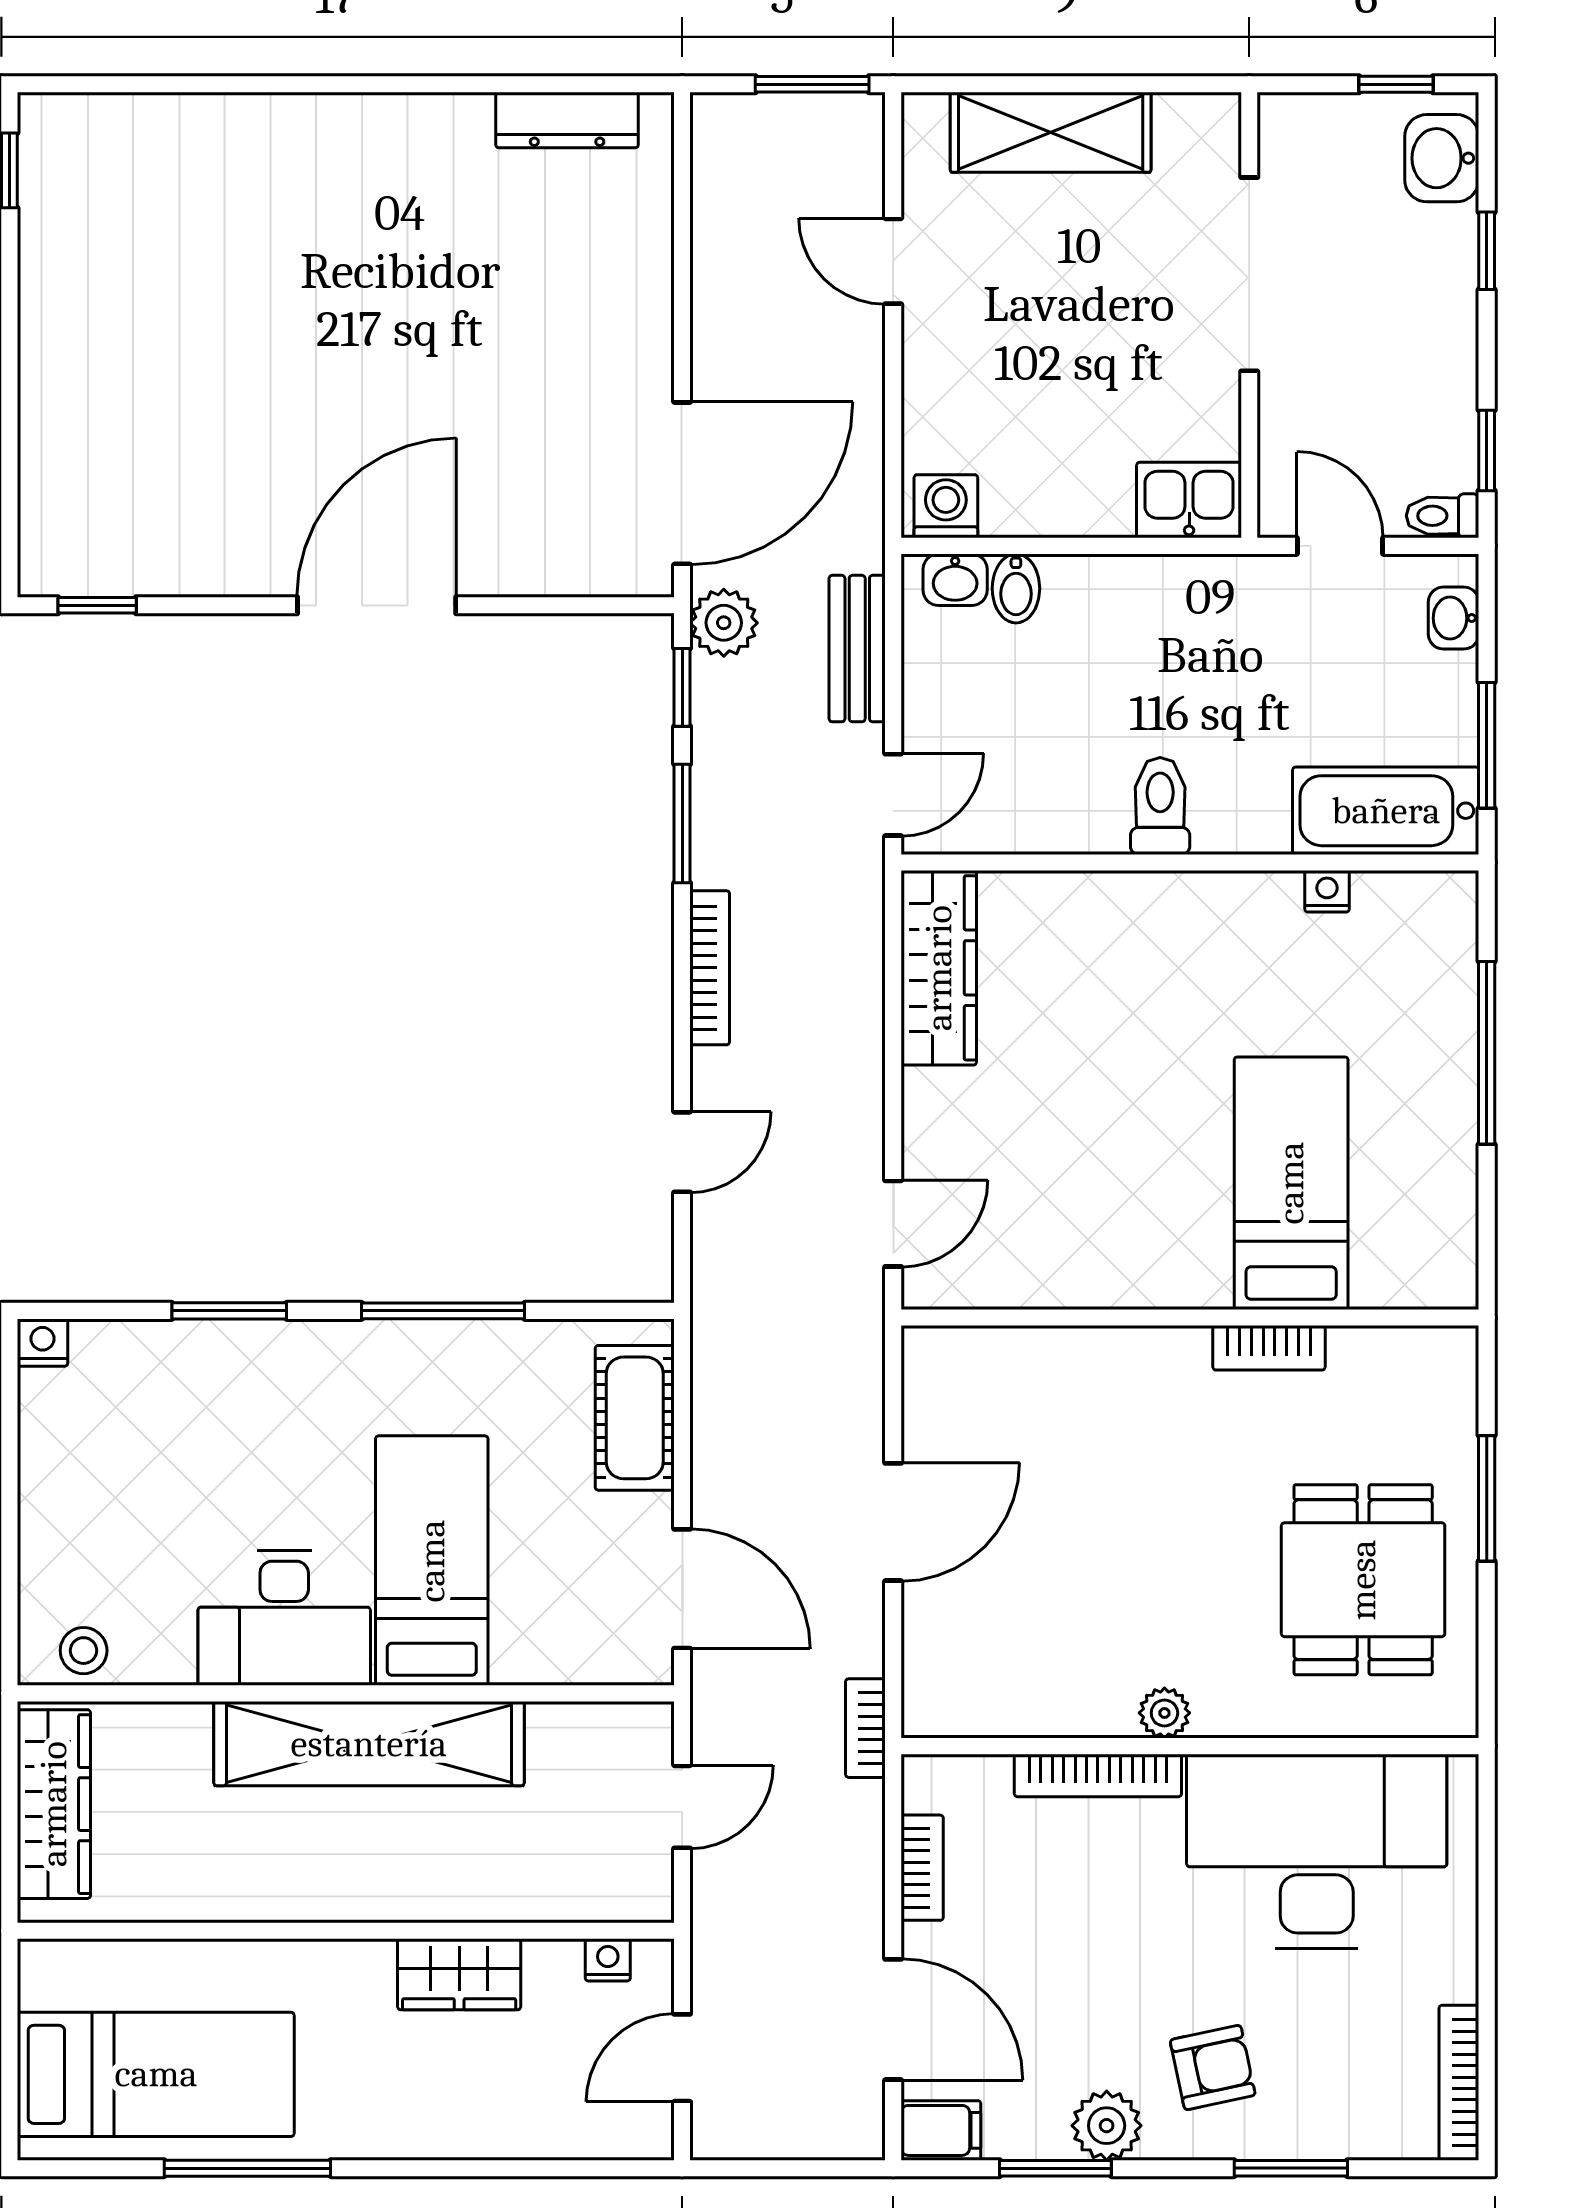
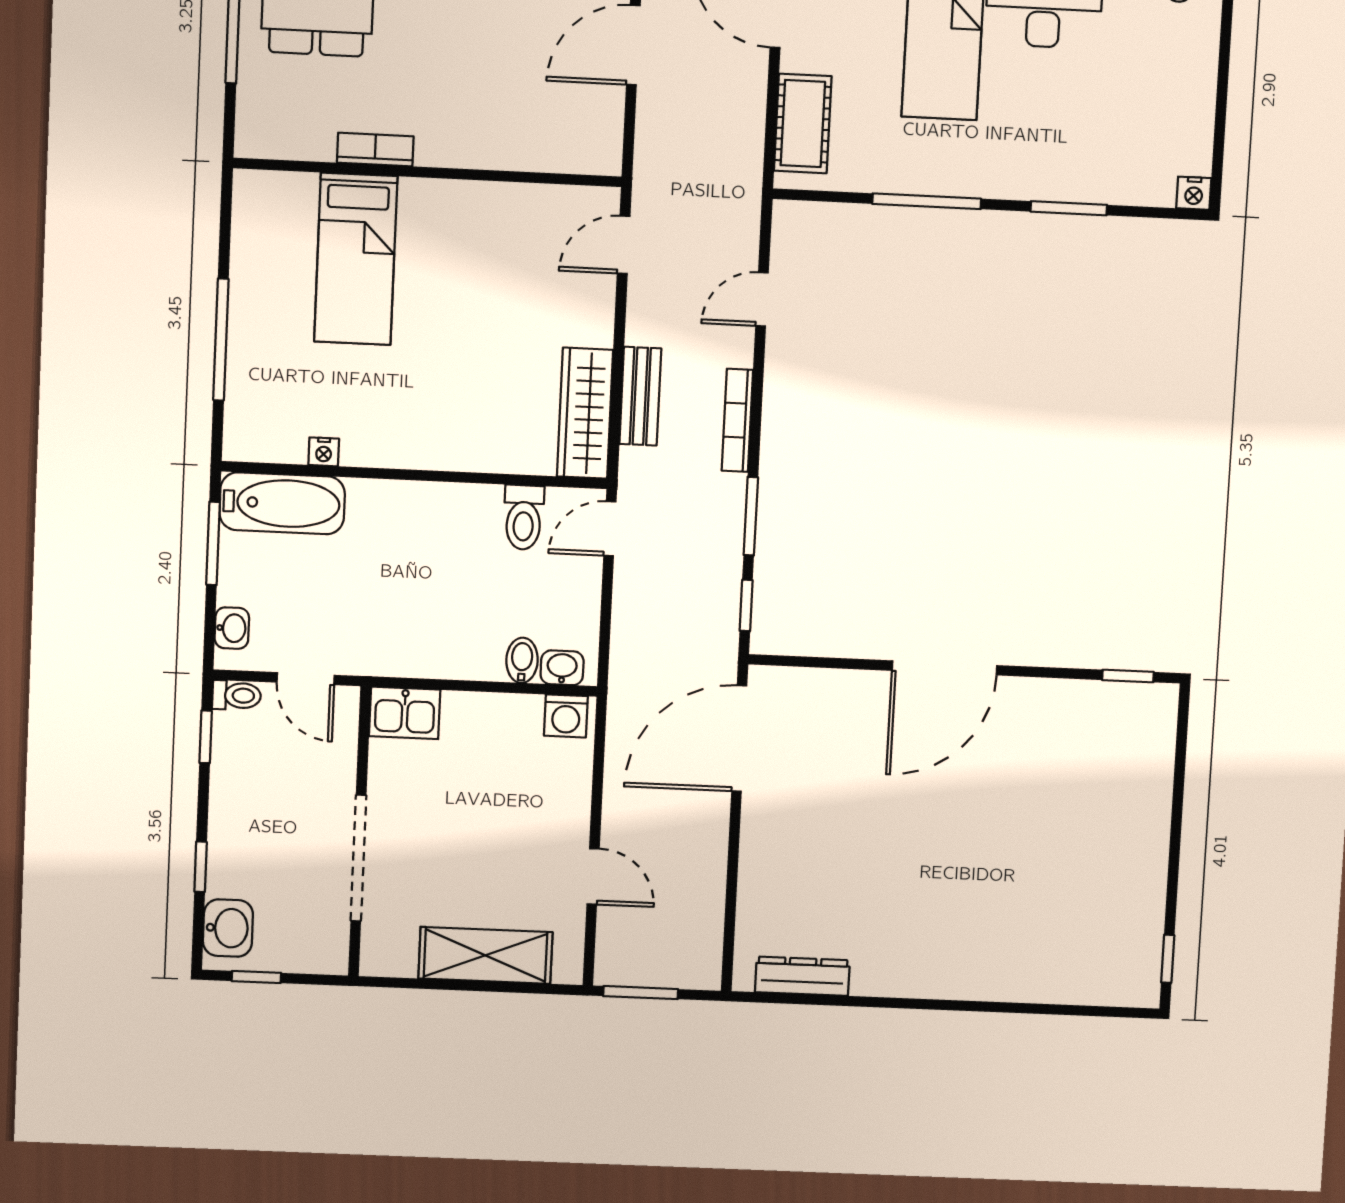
plant: (724, 623) -> (716, 646), removed
bench: (857, 649) -> (640, 396), moved
toilet: (1160, 806) -> (524, 517), moved

